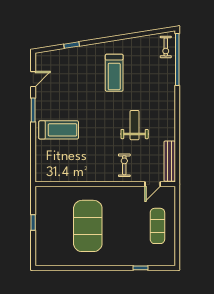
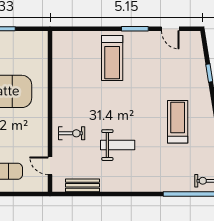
treadmill: (114, 73) -> (178, 122), turned 90
bench: (170, 161) -> (82, 185), width x0.73

